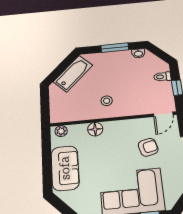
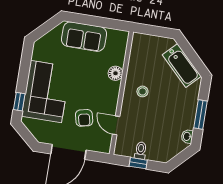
toilet: (162, 77) -> (141, 150), moved
door: (163, 114) -> (116, 125), moved
plant: (61, 131) -> (122, 41), removed

